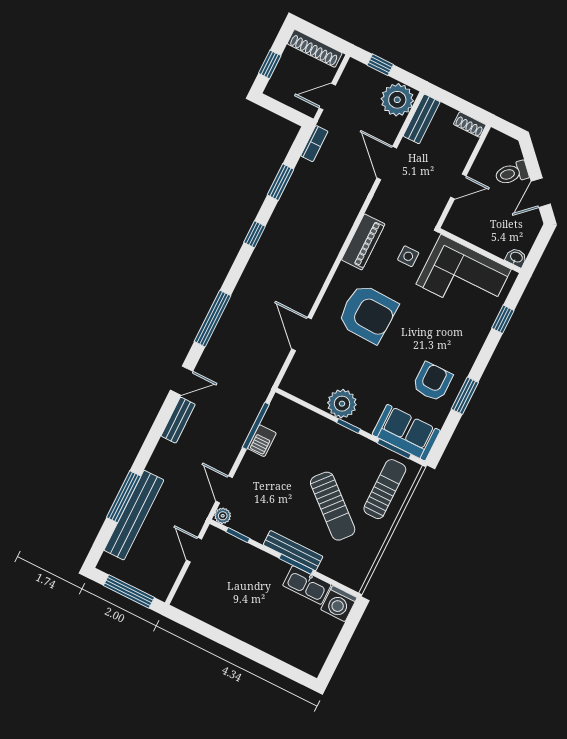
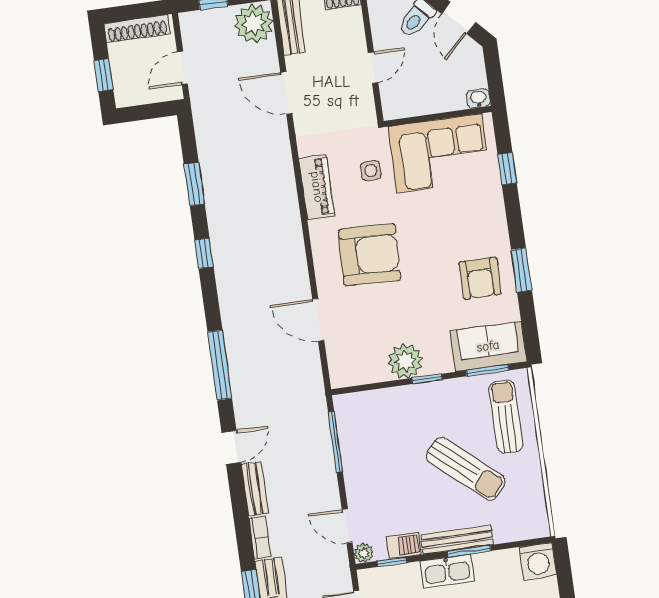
bookcase: (314, 144) -> (260, 538), moved
armchair: (432, 382) -> (480, 278), turned 180
barbecue: (262, 441) -> (404, 546), moved, turned -90
kitchen sink: (307, 585) -> (447, 571), moved

